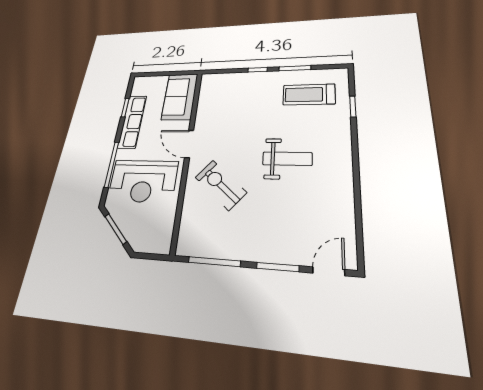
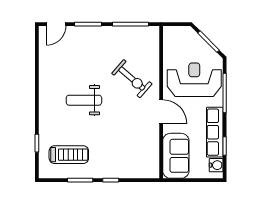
water cooler: (138, 89) -> (216, 165), added

